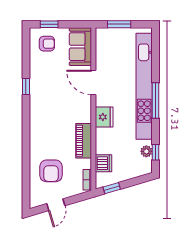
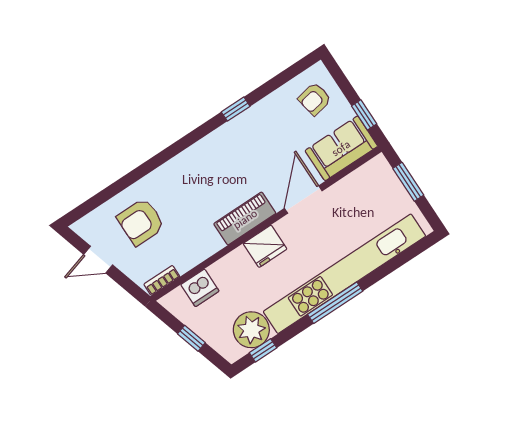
window: (49, 24) -> (364, 115), moved
armchair: (47, 44) -> (315, 99), turned 79
piano: (84, 141) -> (245, 219), moved
plant: (146, 151) -> (251, 330), width x1.88, depth x1.88
window: (112, 188) -> (191, 338), moved

